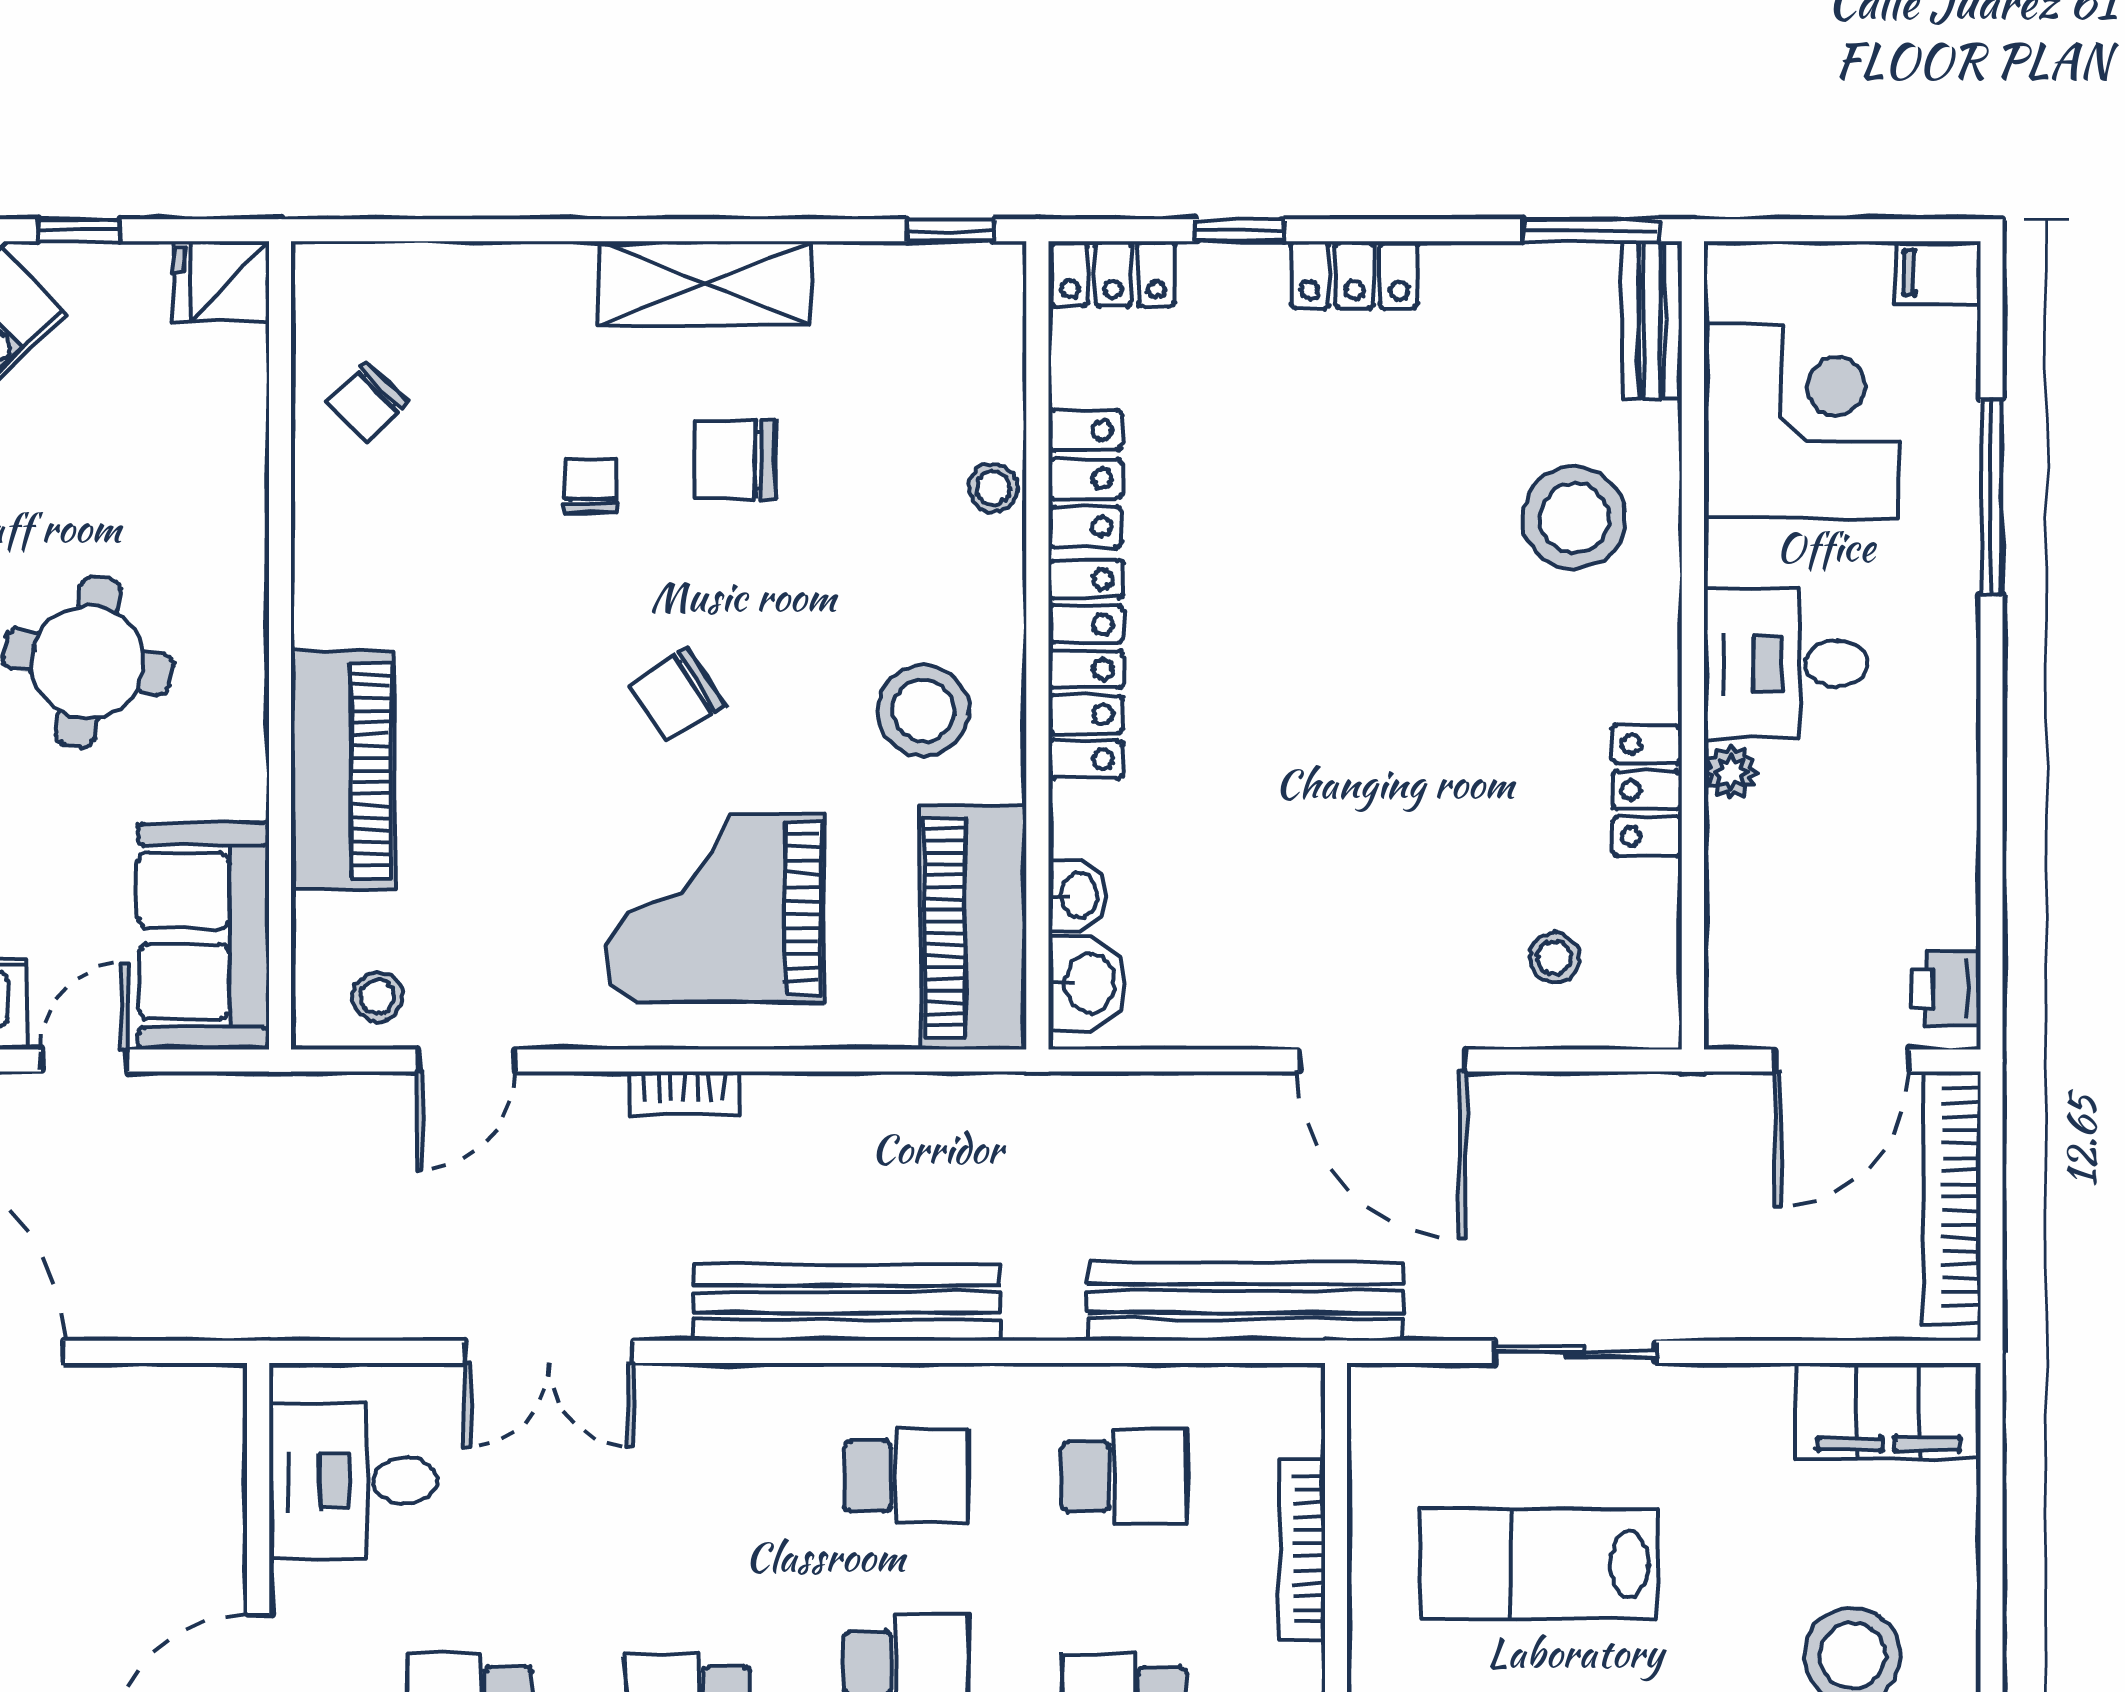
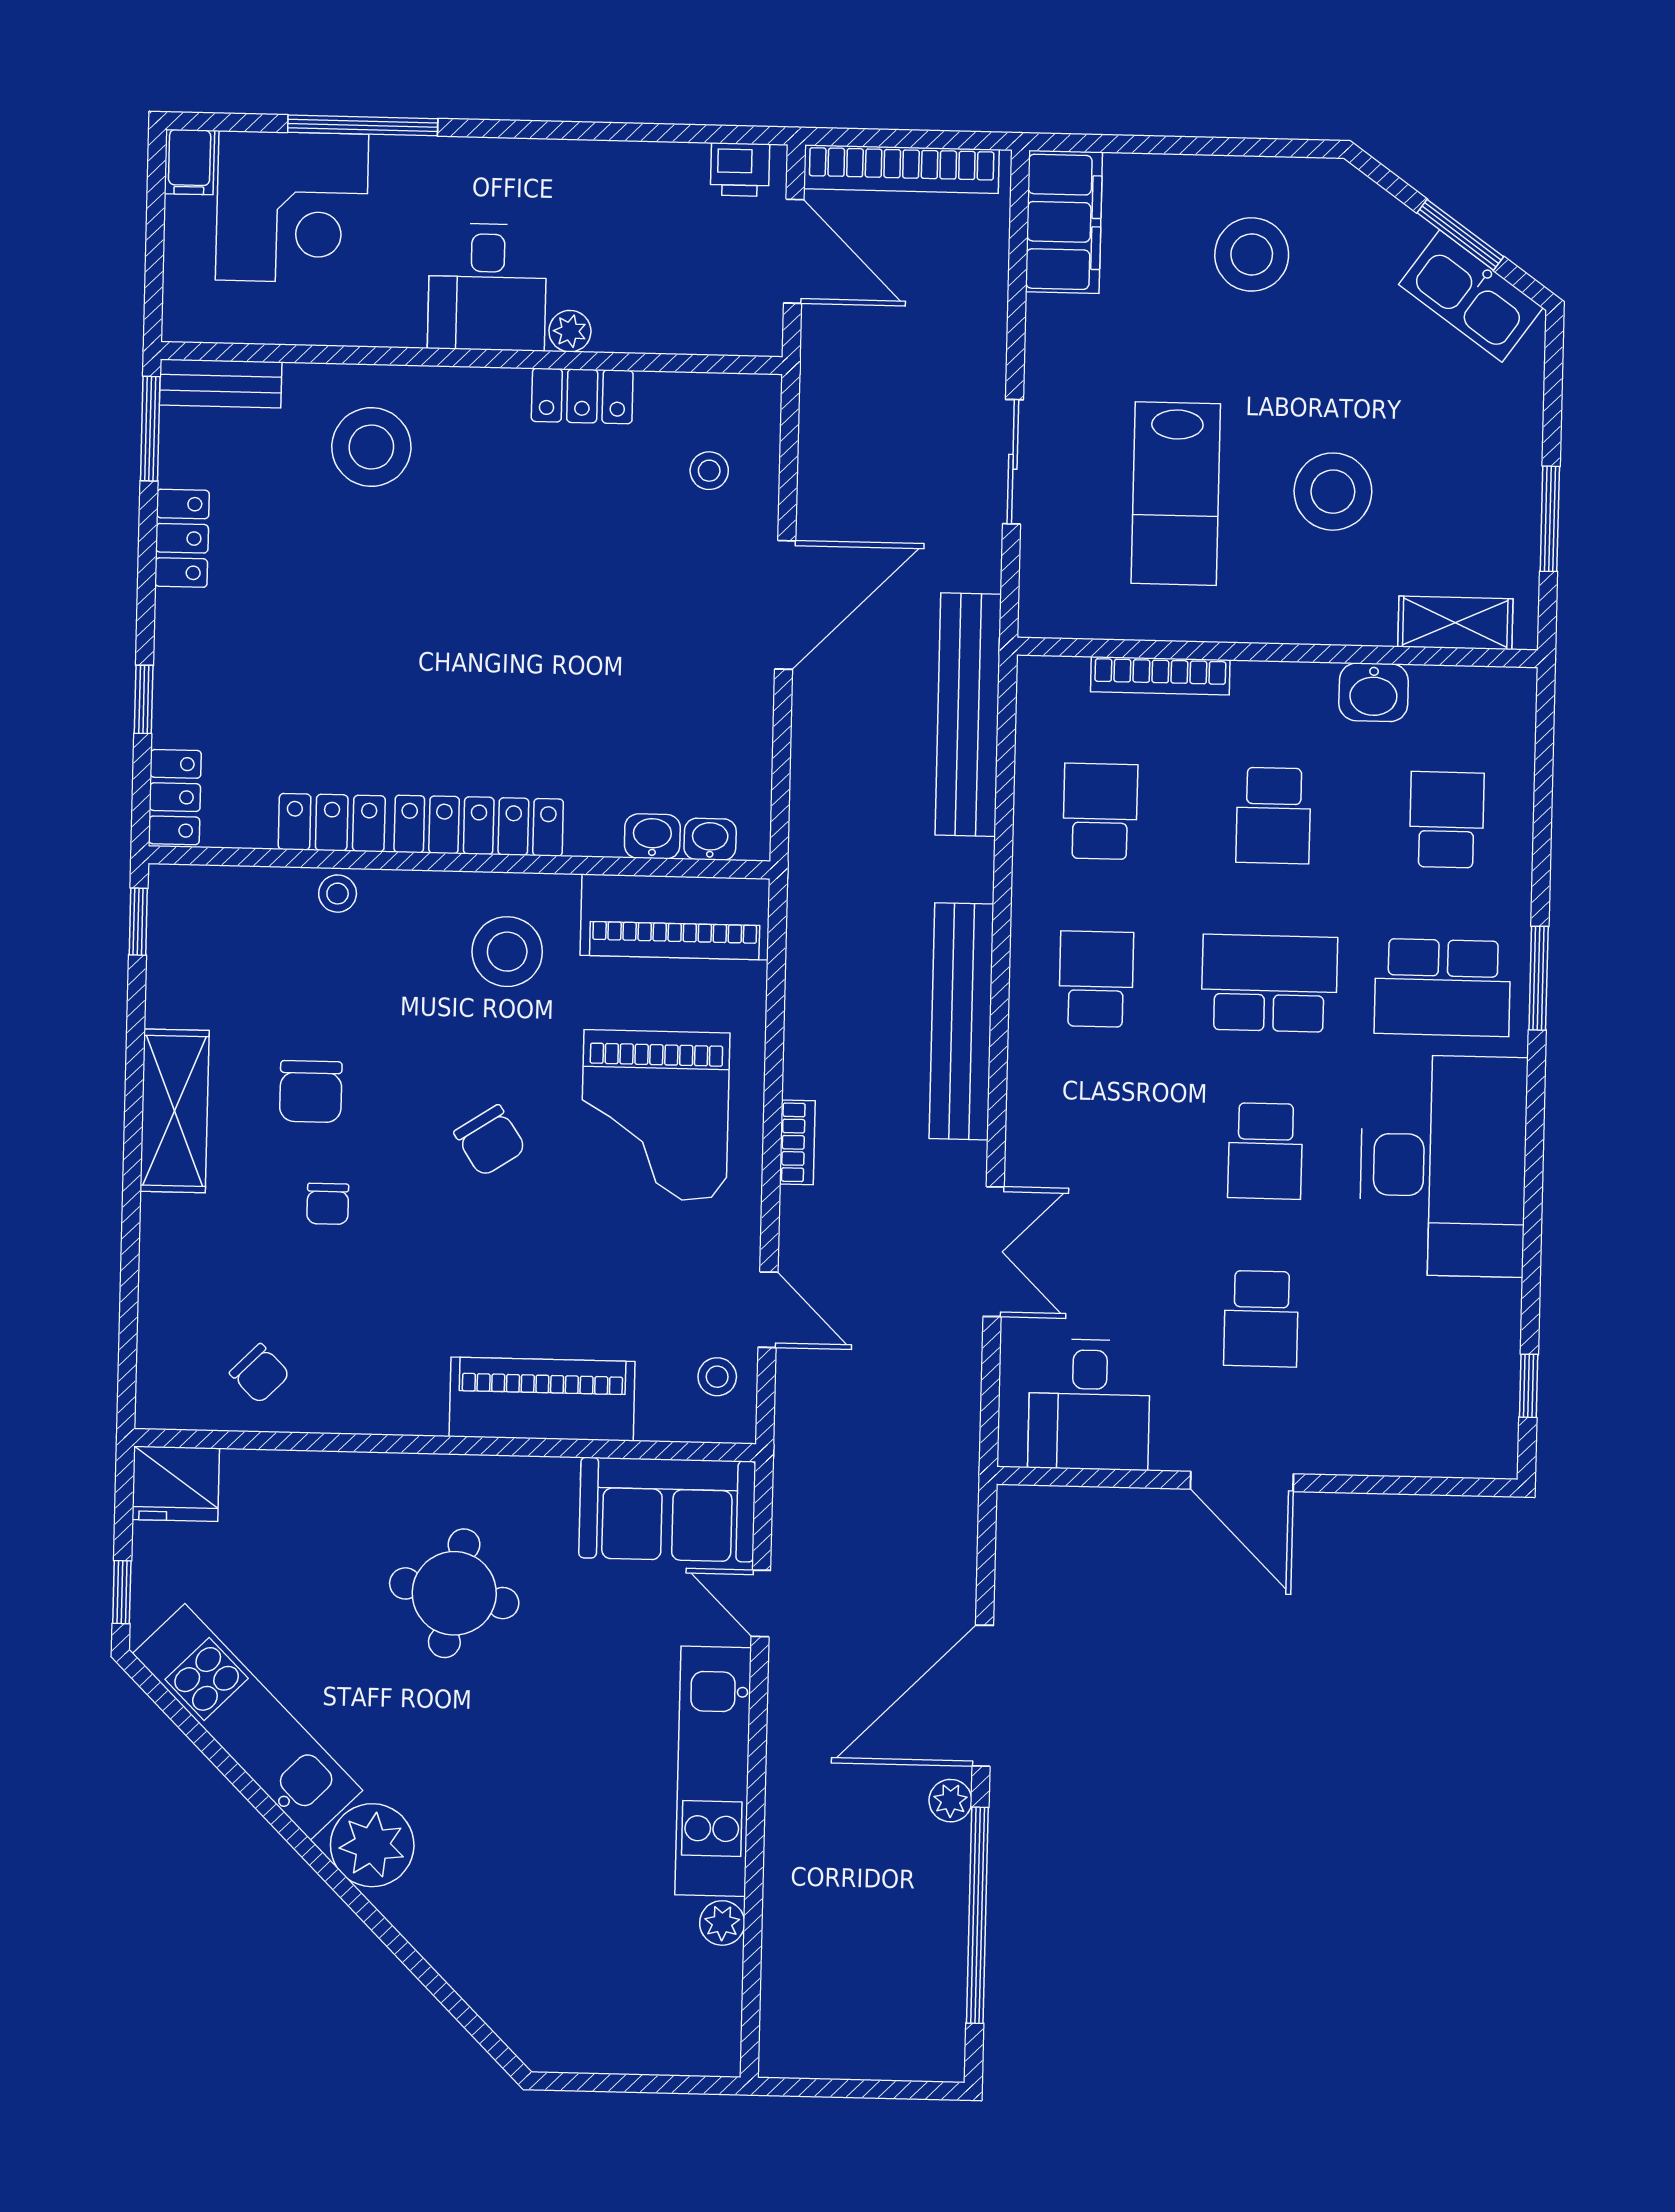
locker: (1354, 275) -> (182, 538), moved
fridge: (221, 281) -> (176, 1484), width x1.38
corner desk: (1801, 421) -> (292, 207), moved, turned 180
chair: (590, 485) -> (328, 1204), turned -90
washbasin: (1087, 983) -> (710, 839), width x0.72, depth x0.69

